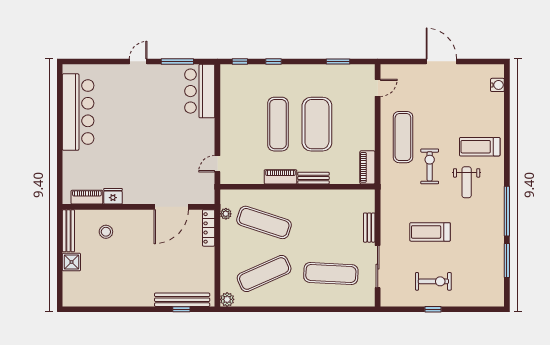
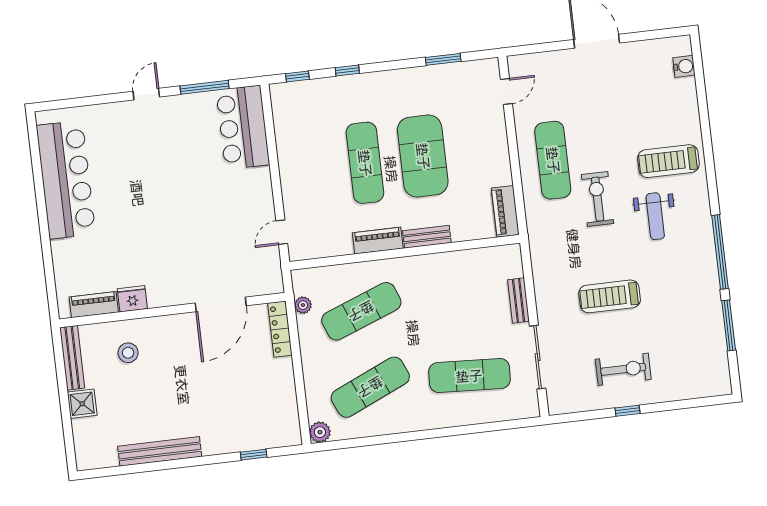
exercise mat: (264, 222) -> (361, 311), turned -39
bench: (182, 300) -> (160, 451), moved

